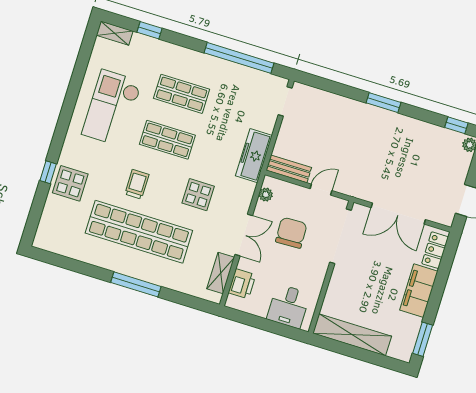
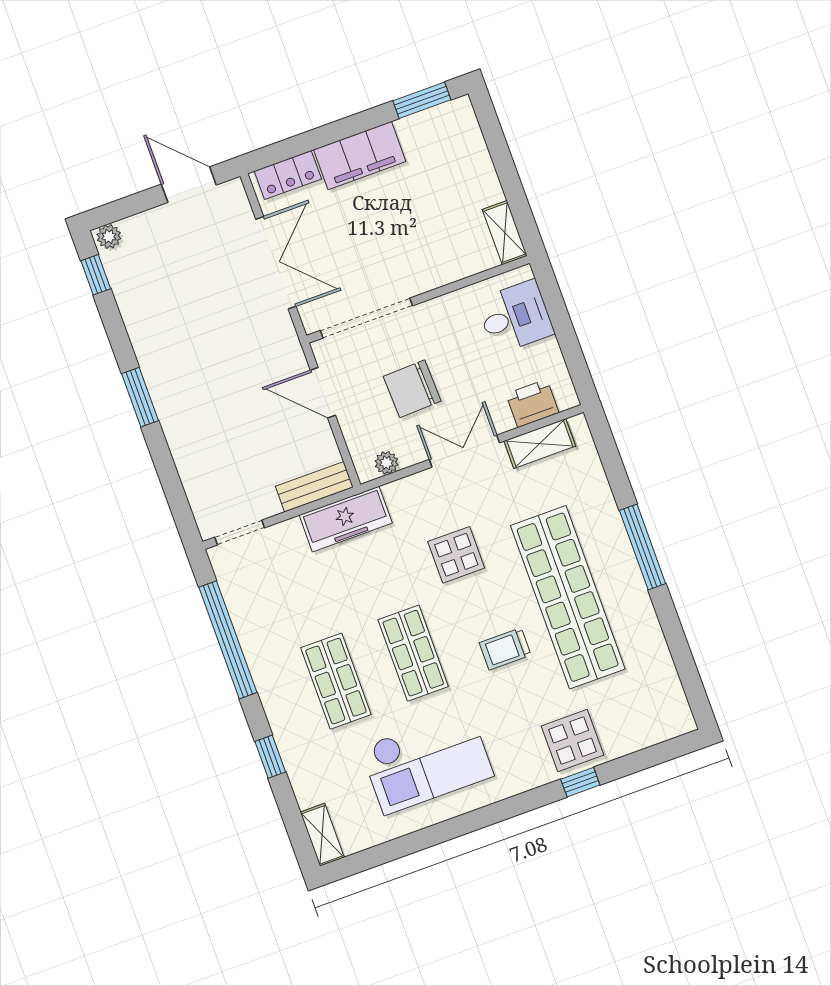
window: (149, 30) -> (270, 757), moved
bench: (289, 169) -> (314, 487), moved, turned 90
door: (321, 190) -> (323, 393), width x1.37
shelving: (352, 335) -> (505, 233), width x0.45, depth x0.75

